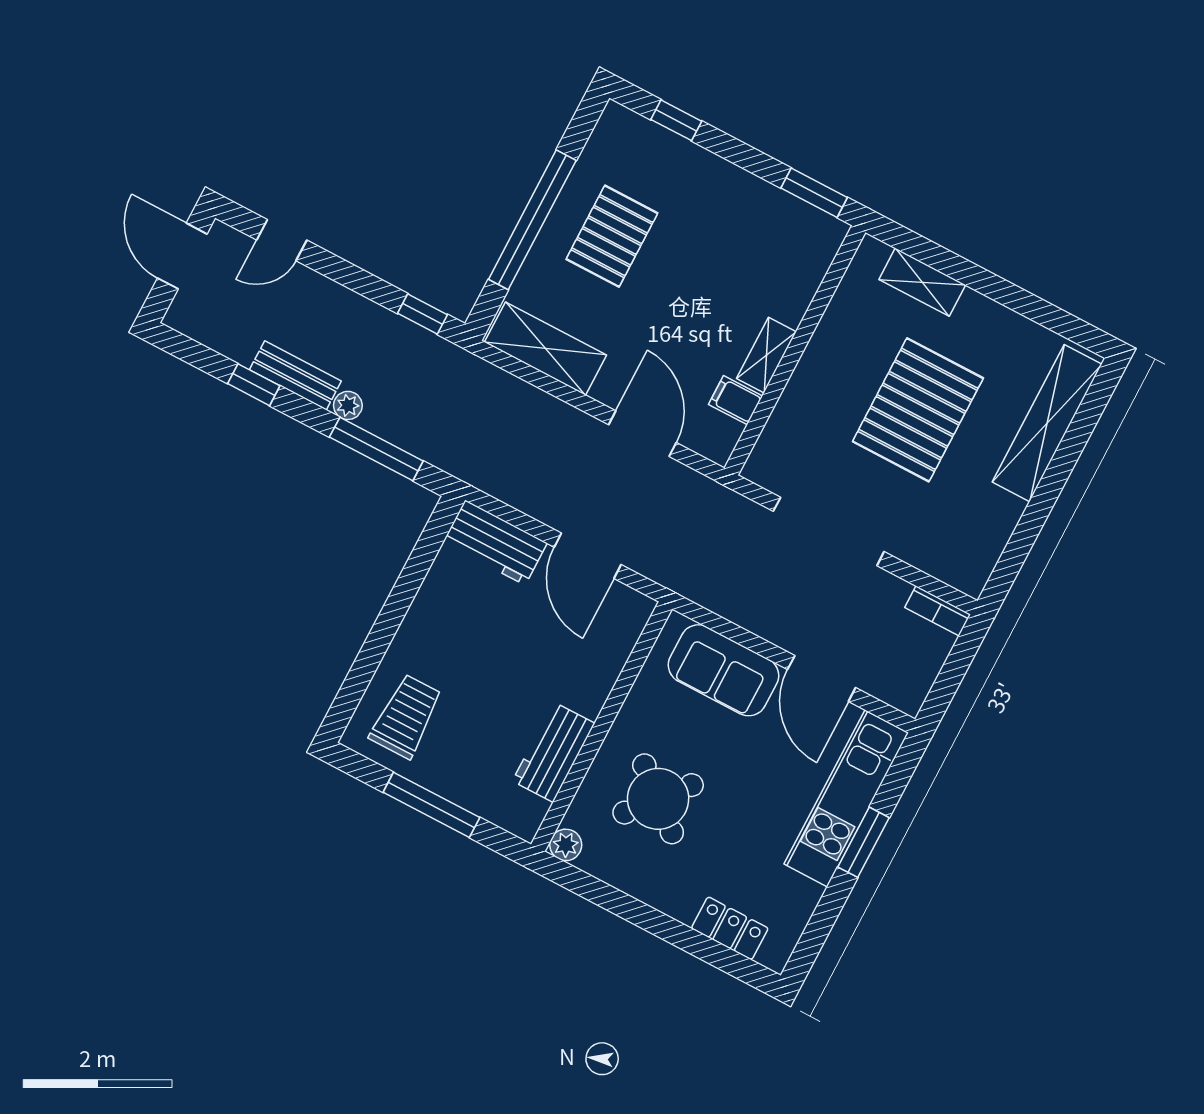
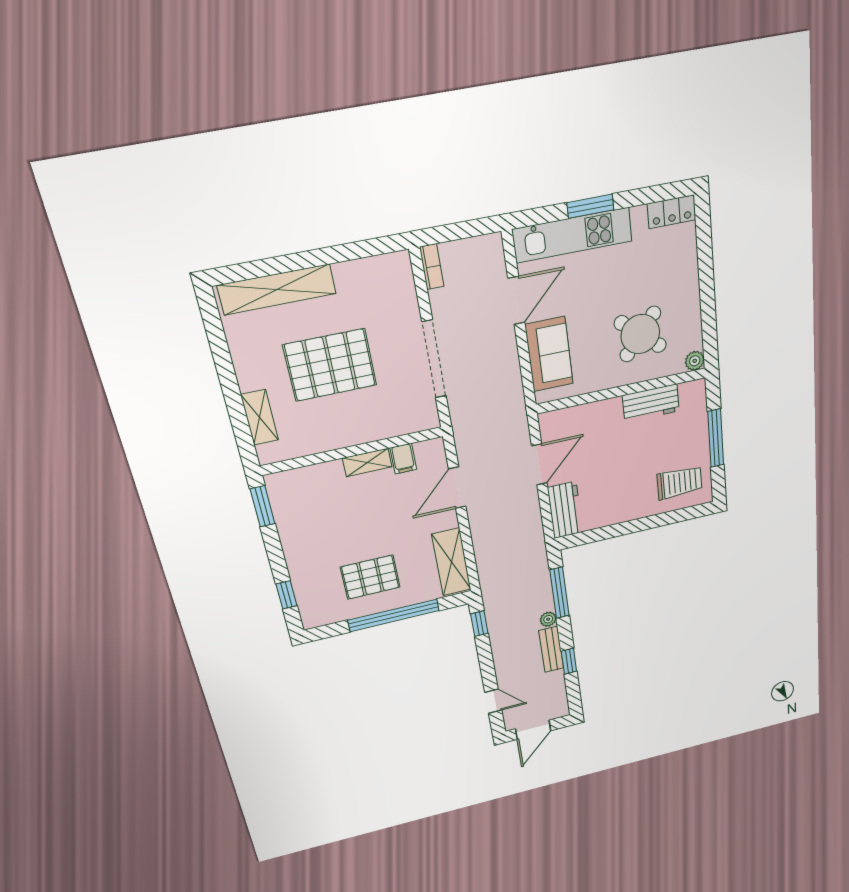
trolley: (406, 716) -> (680, 482), turned 180
locker: (730, 928) -> (672, 212), moved, turned -90

